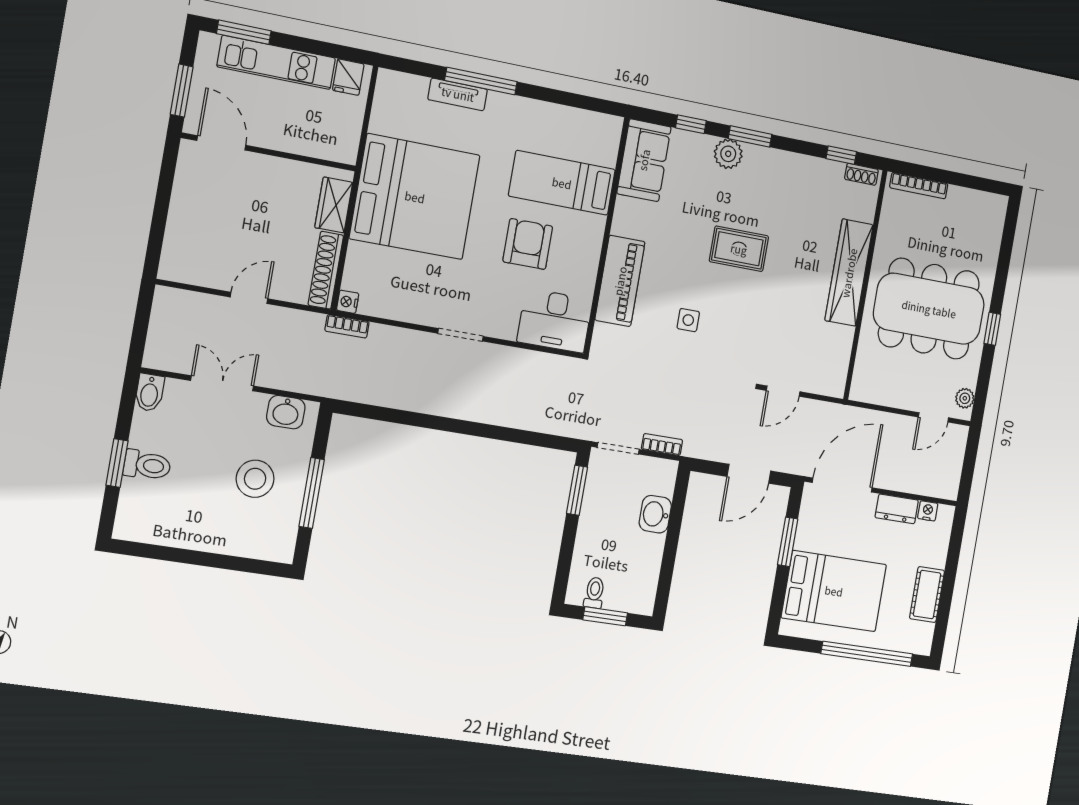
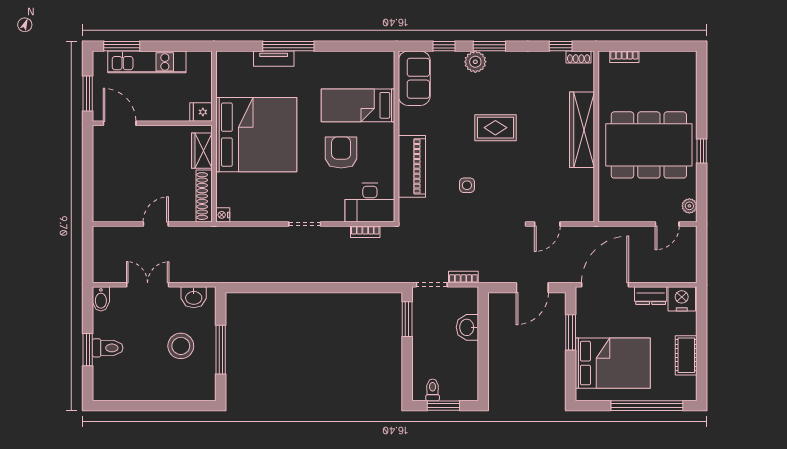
fridge: (348, 77) -> (201, 112), moved, turned 90
bookcase: (919, 186) -> (624, 57), width x0.64
bookcase: (347, 326) -> (365, 232), moved
nightstand: (928, 511) -> (682, 299), width x1.89, depth x1.79

